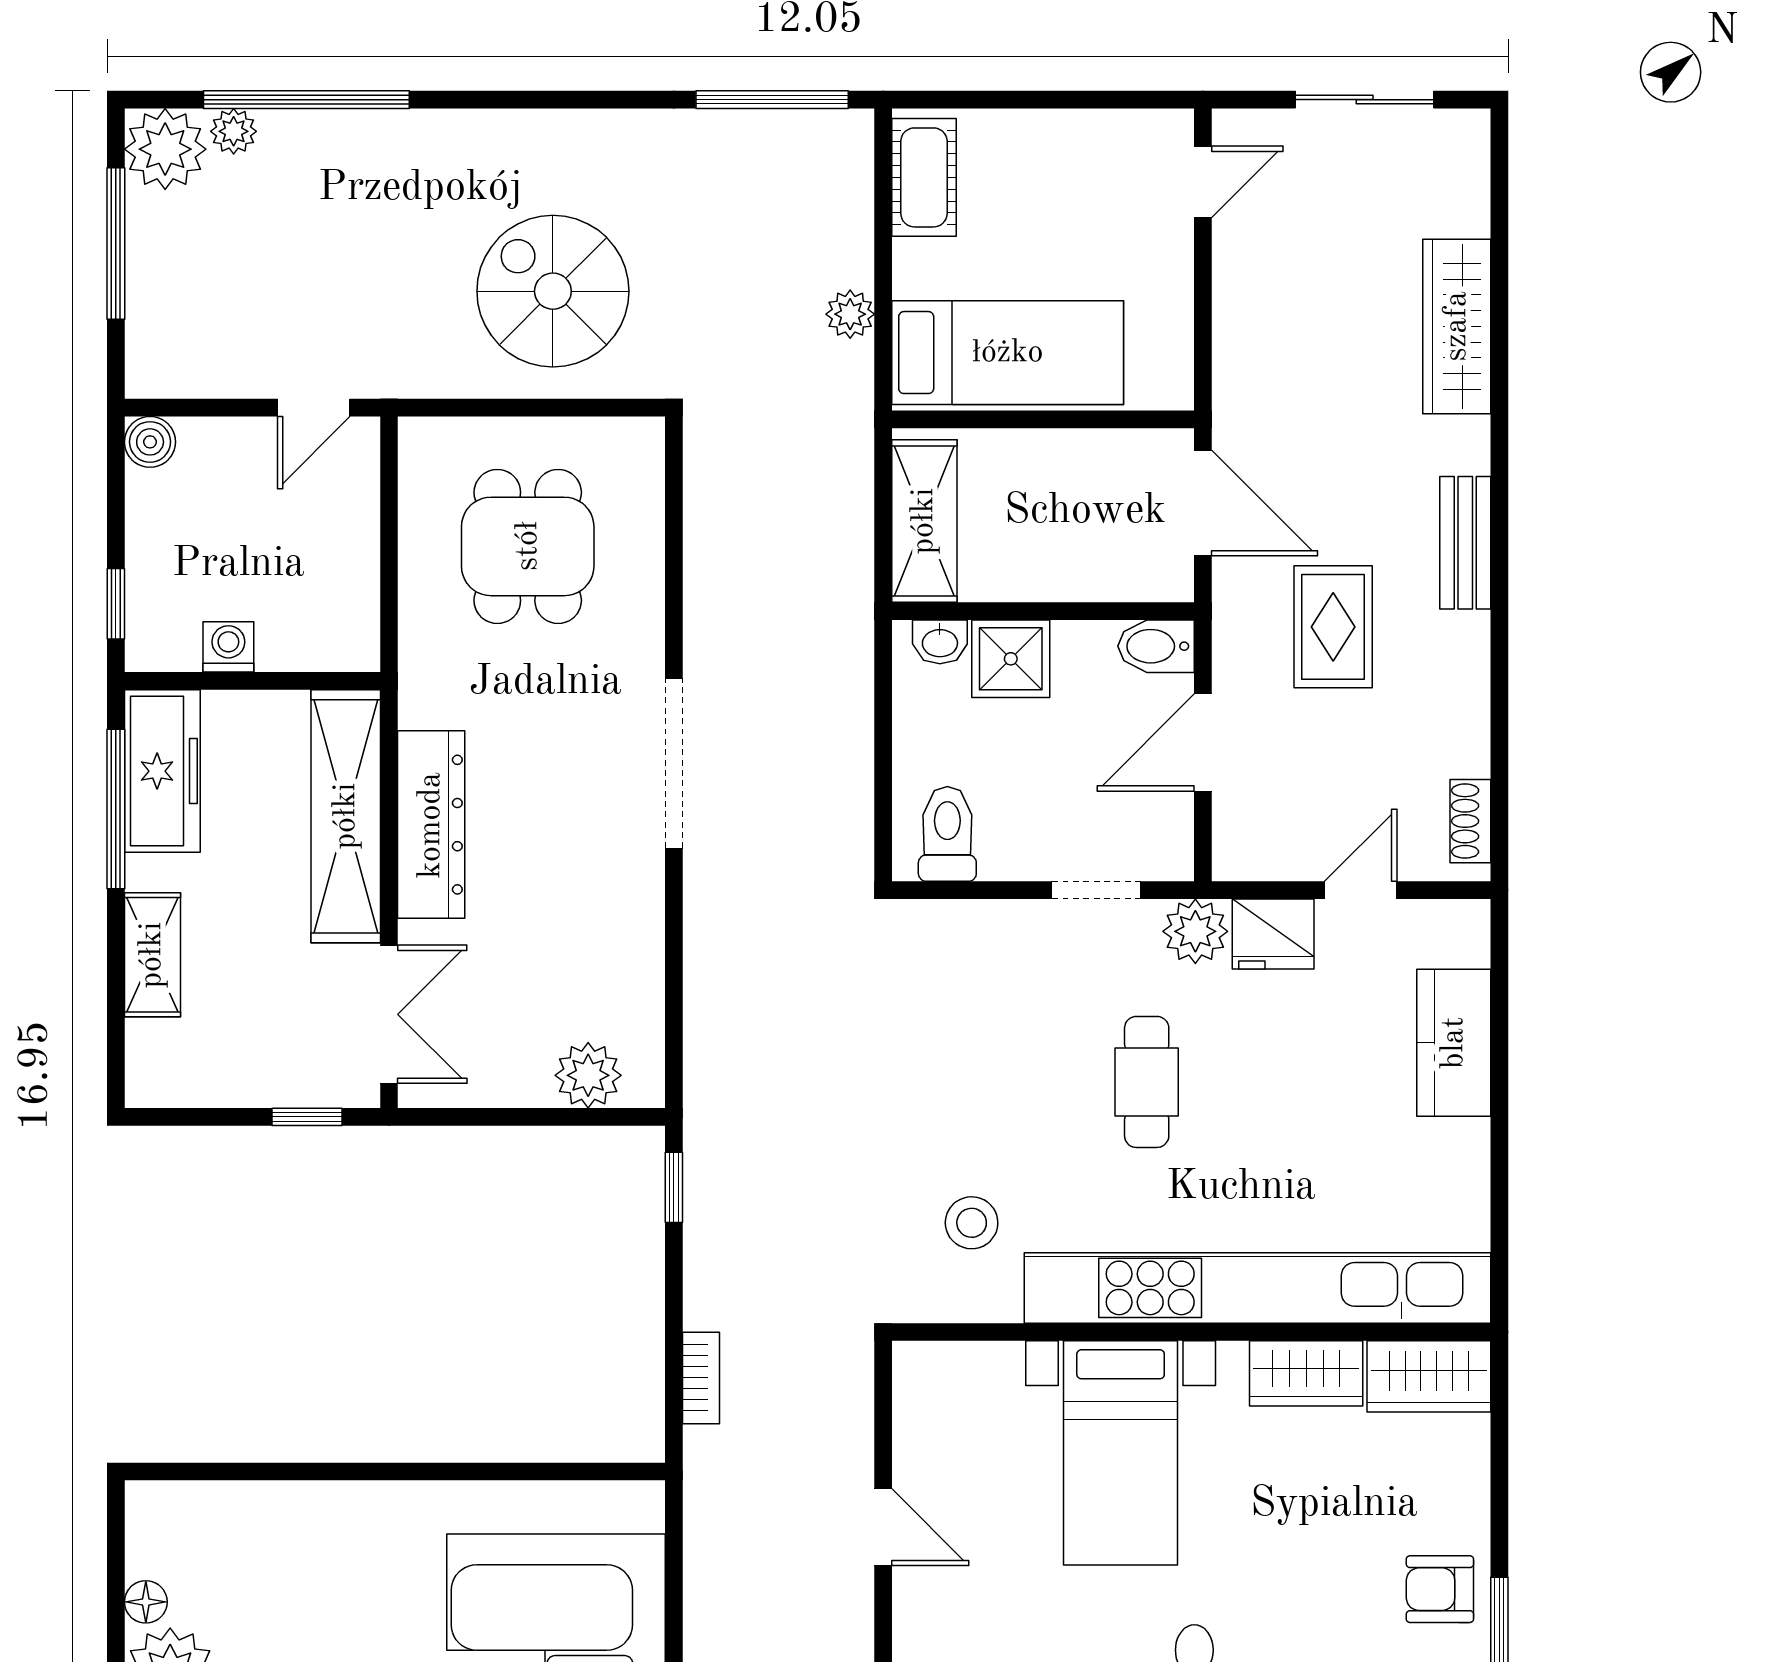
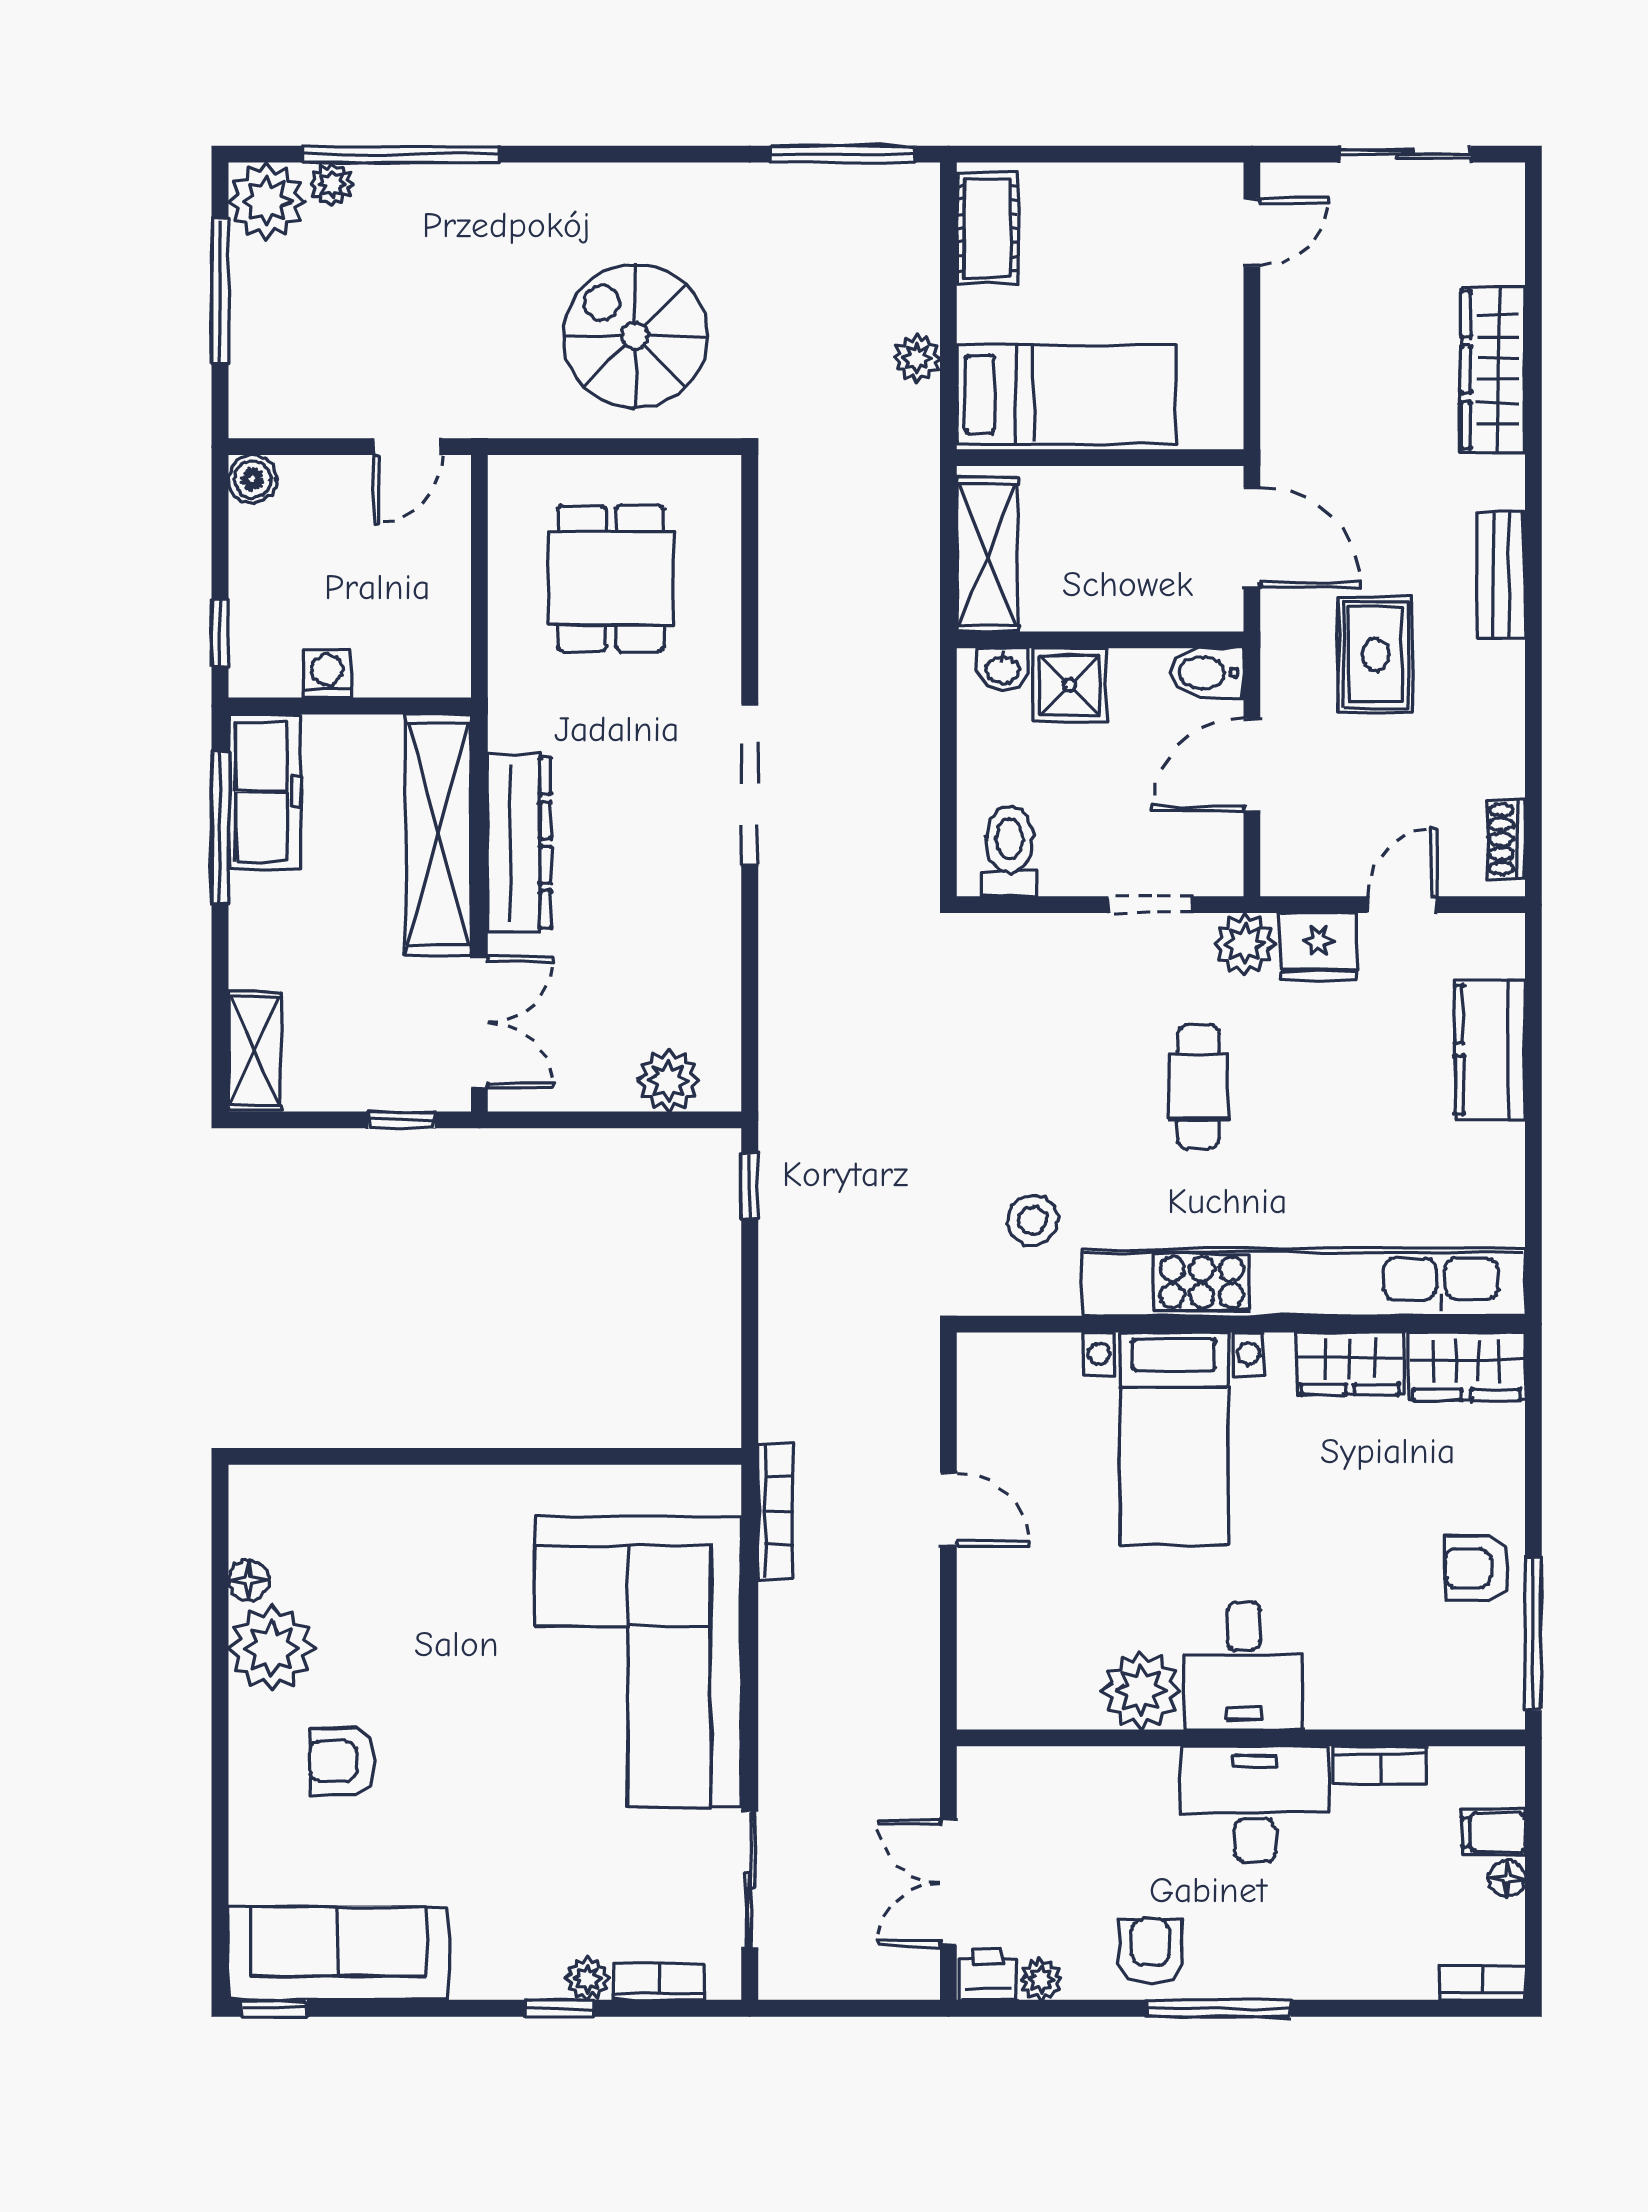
shelving: (152, 955) -> (255, 1051), moved
bookcase: (701, 1378) -> (775, 1511), moved, width x1.56

